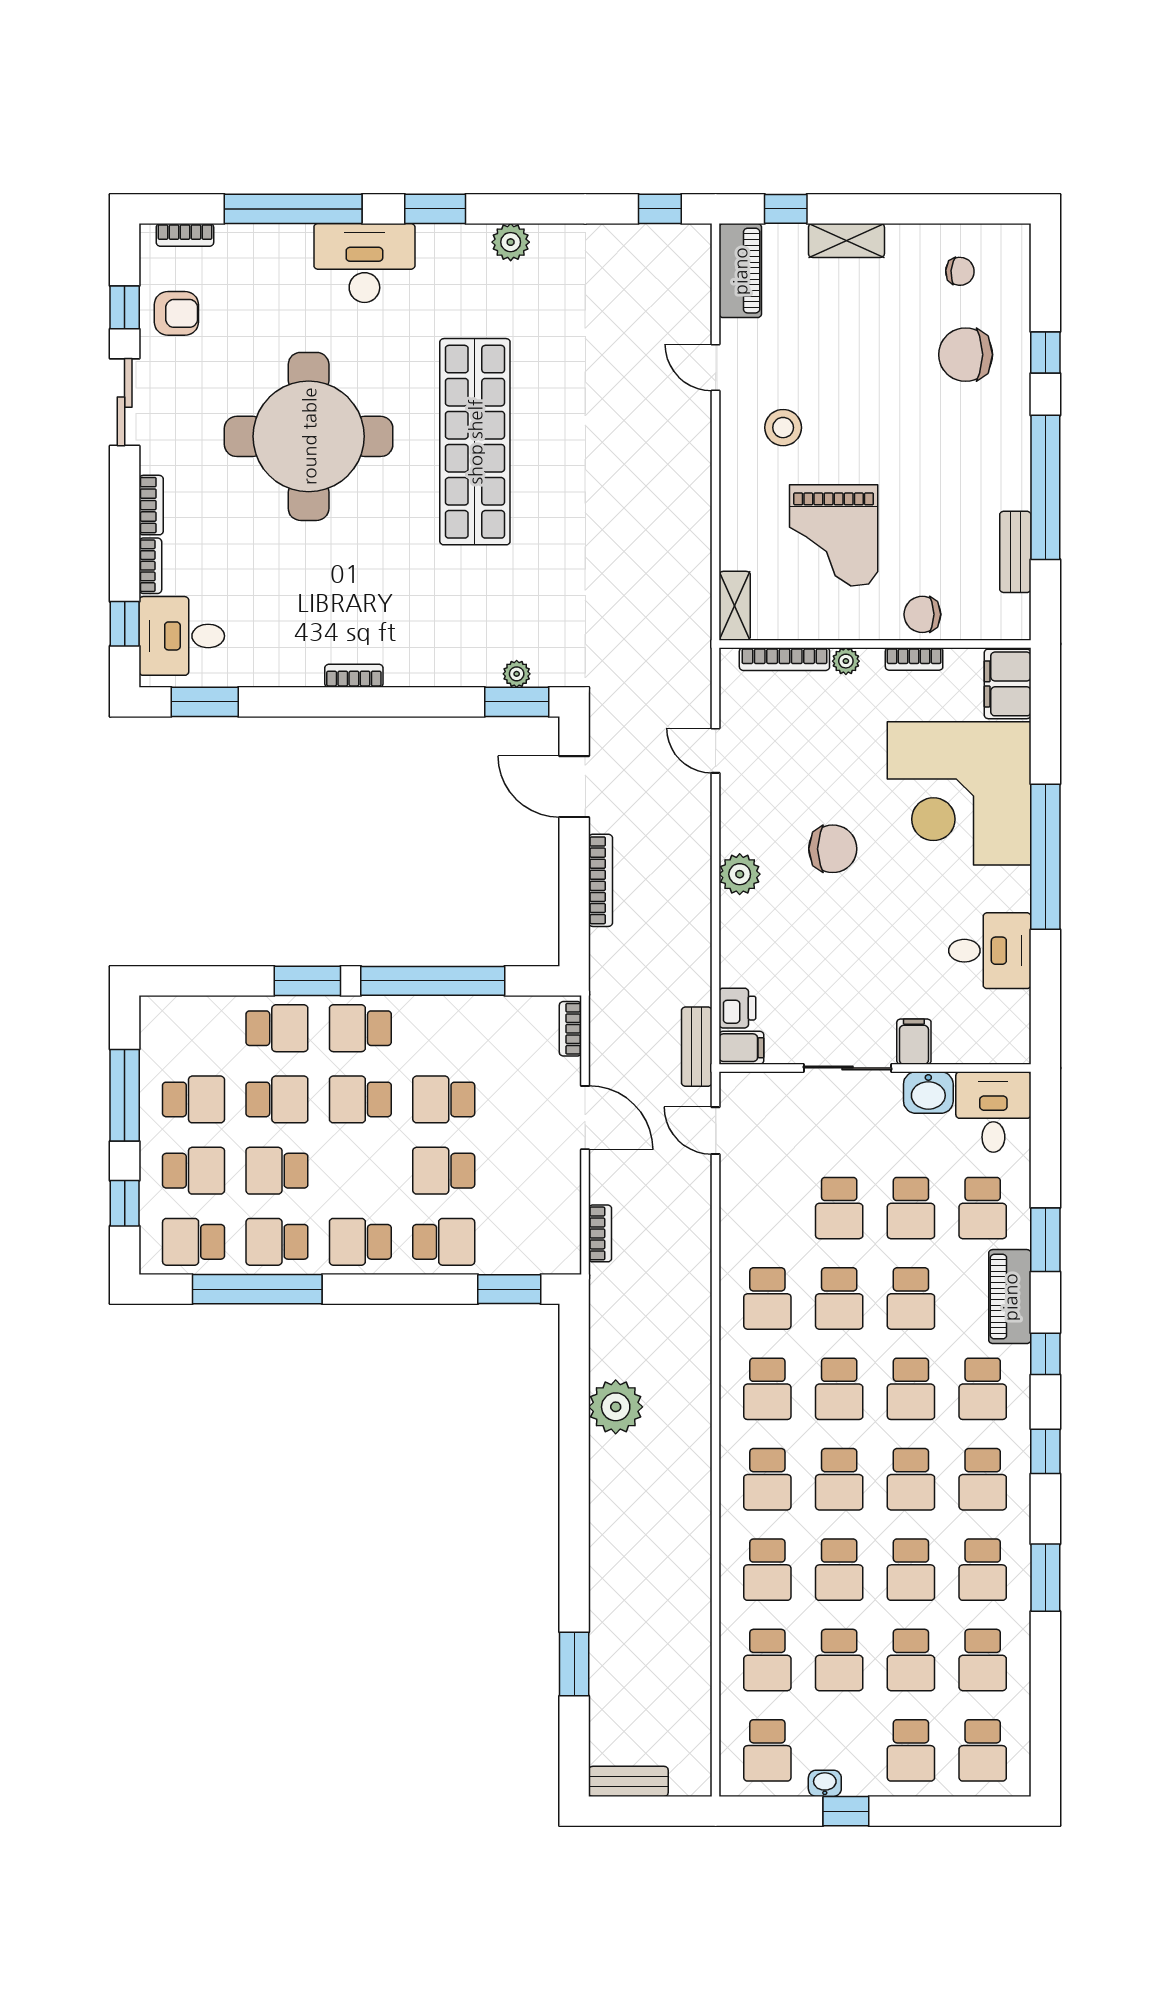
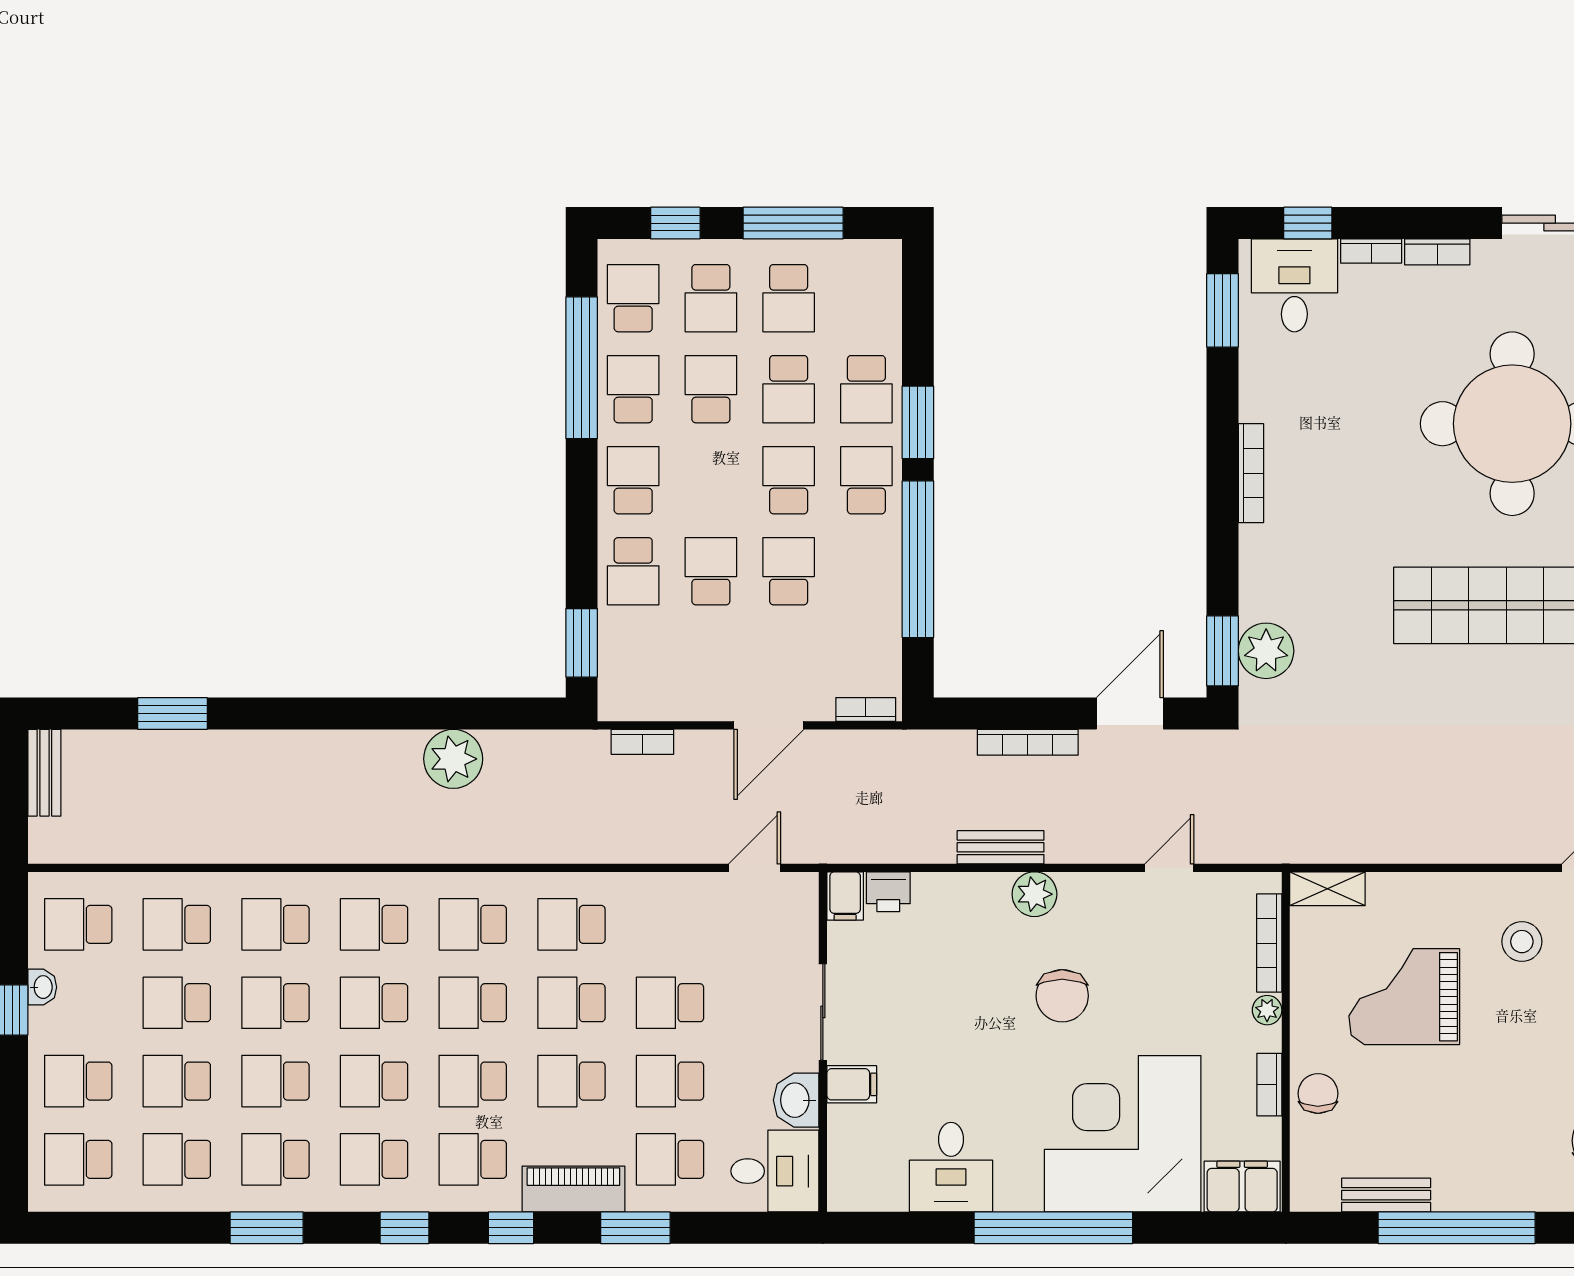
plant: (517, 674) -> (1266, 651), width x1.87, depth x1.87
bookcase: (354, 676) -> (1251, 473), width x1.56
bench: (697, 1047) -> (1001, 847), moved

